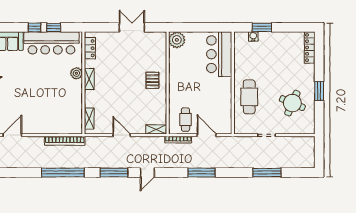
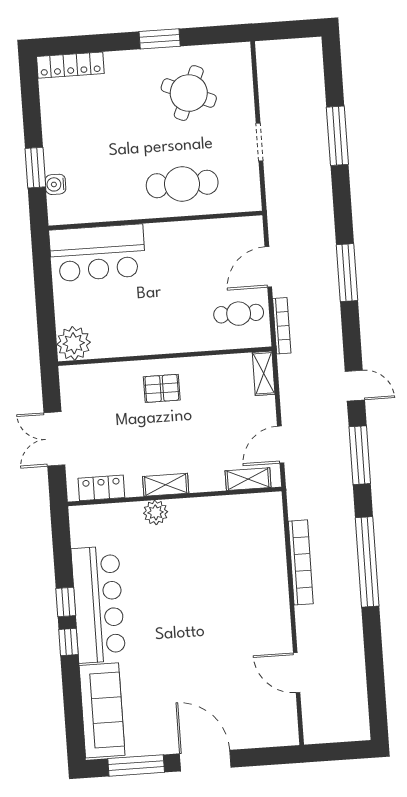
locker: (90, 48) -> (101, 488), moved
plant: (76, 73) -> (156, 512), moved
shelving: (89, 79) -> (166, 485), moved
wall: (83, 83) -> (175, 496), moved
shelving: (89, 118) -> (248, 479), moved

